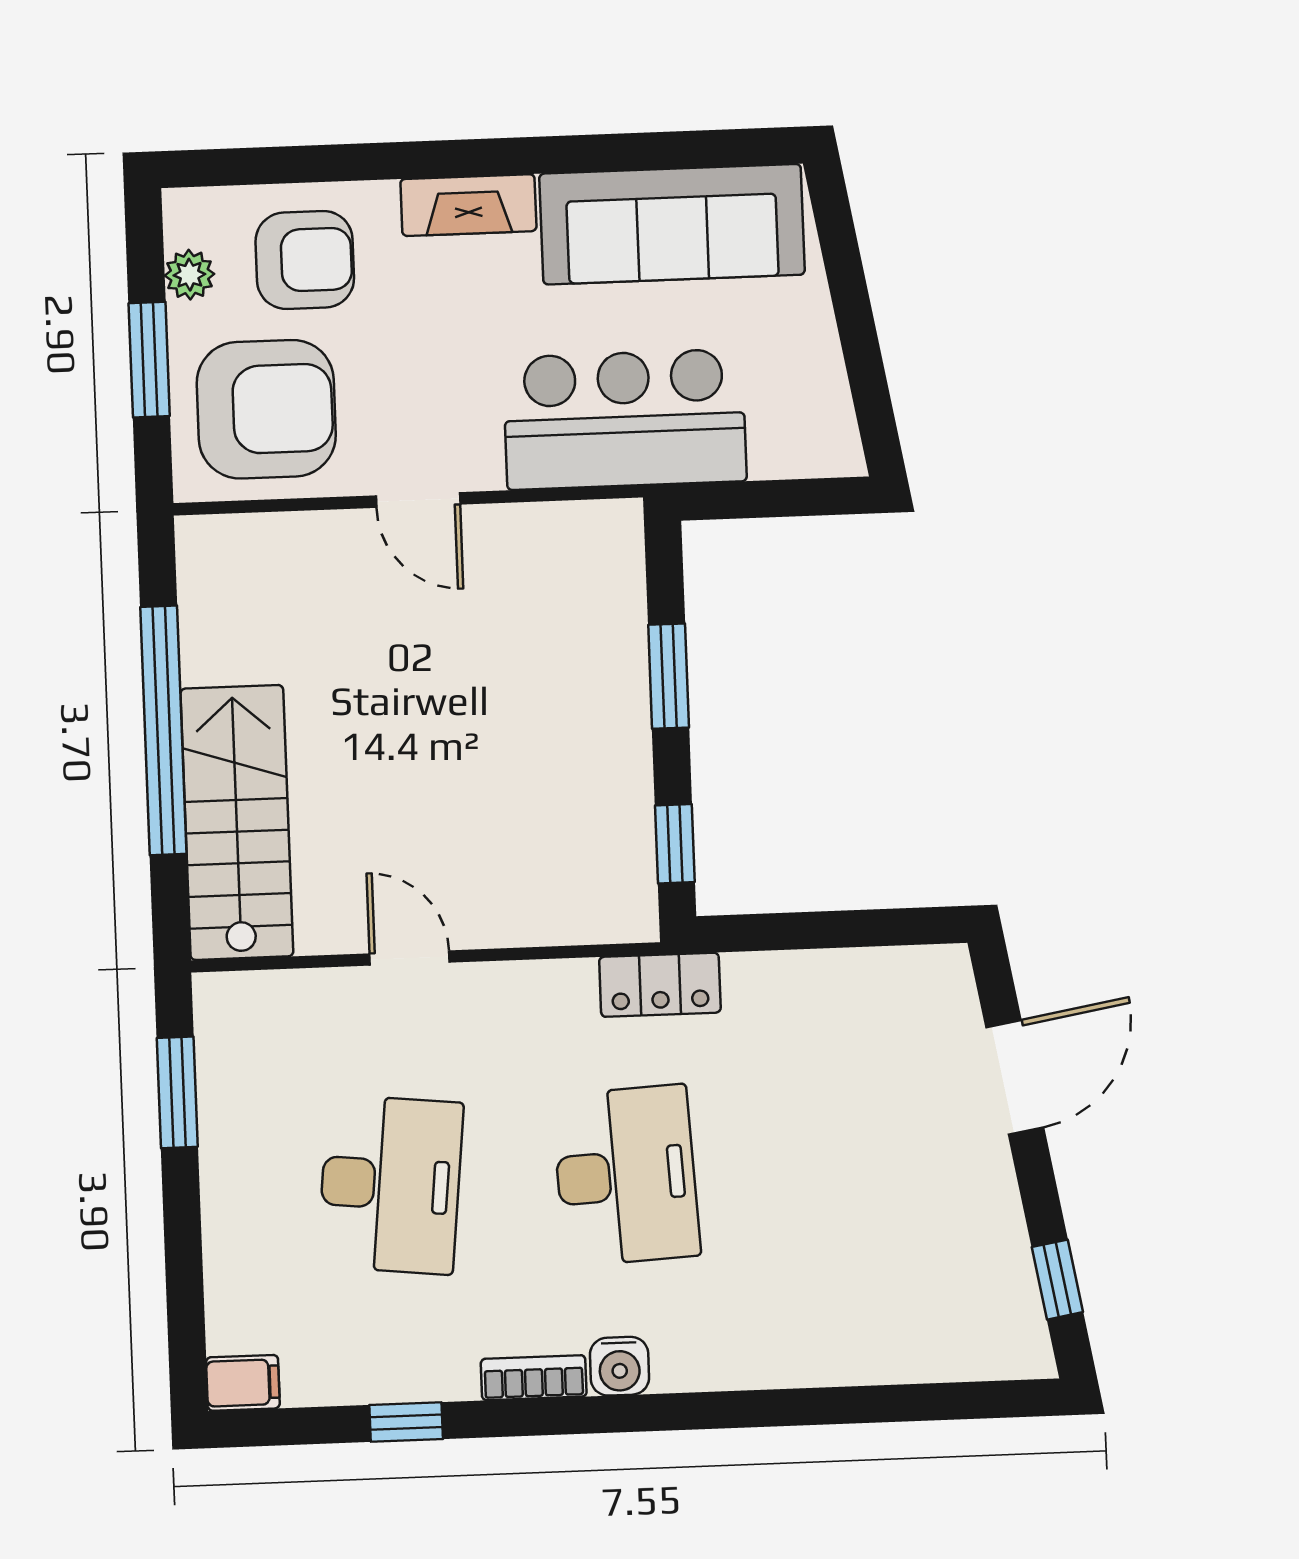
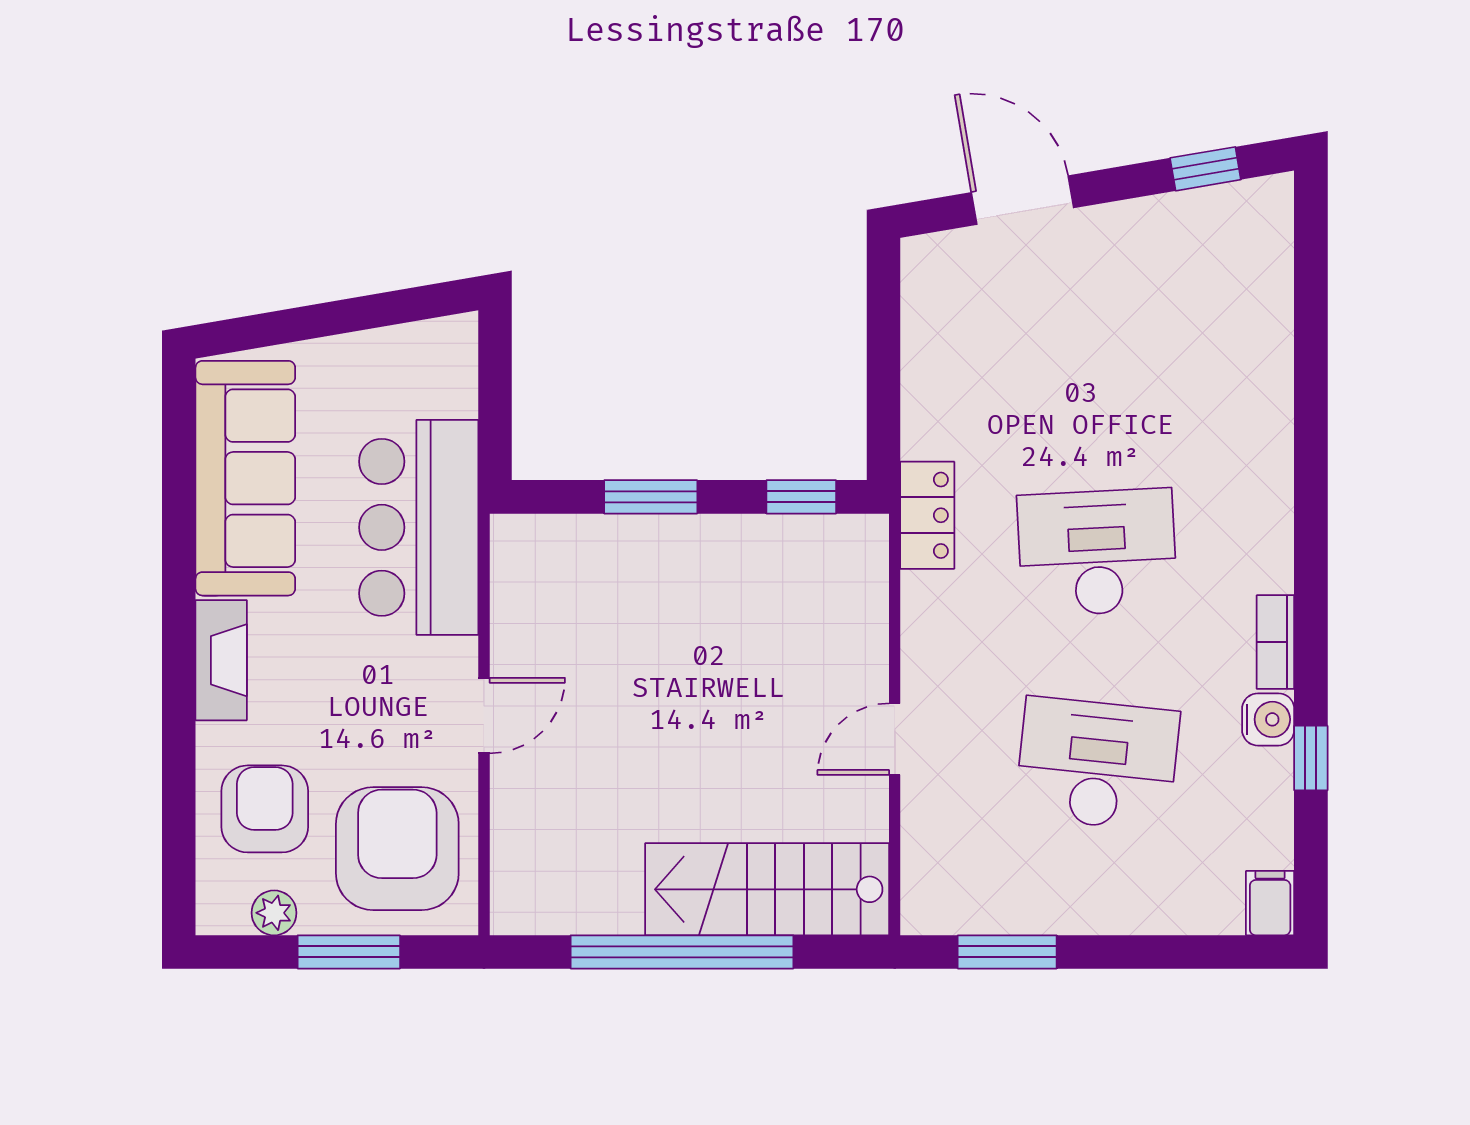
water cooler: (620, 1366) -> (1268, 719), moved

